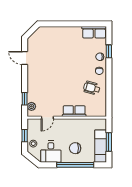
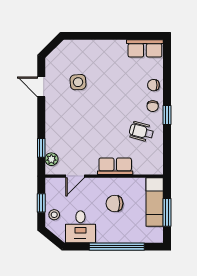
window: (109, 51) -> (167, 115), moved
side table: (49, 55) -> (78, 82), added
exam couch: (101, 146) -> (155, 202), moved
chair: (75, 148) -> (115, 204), moved

